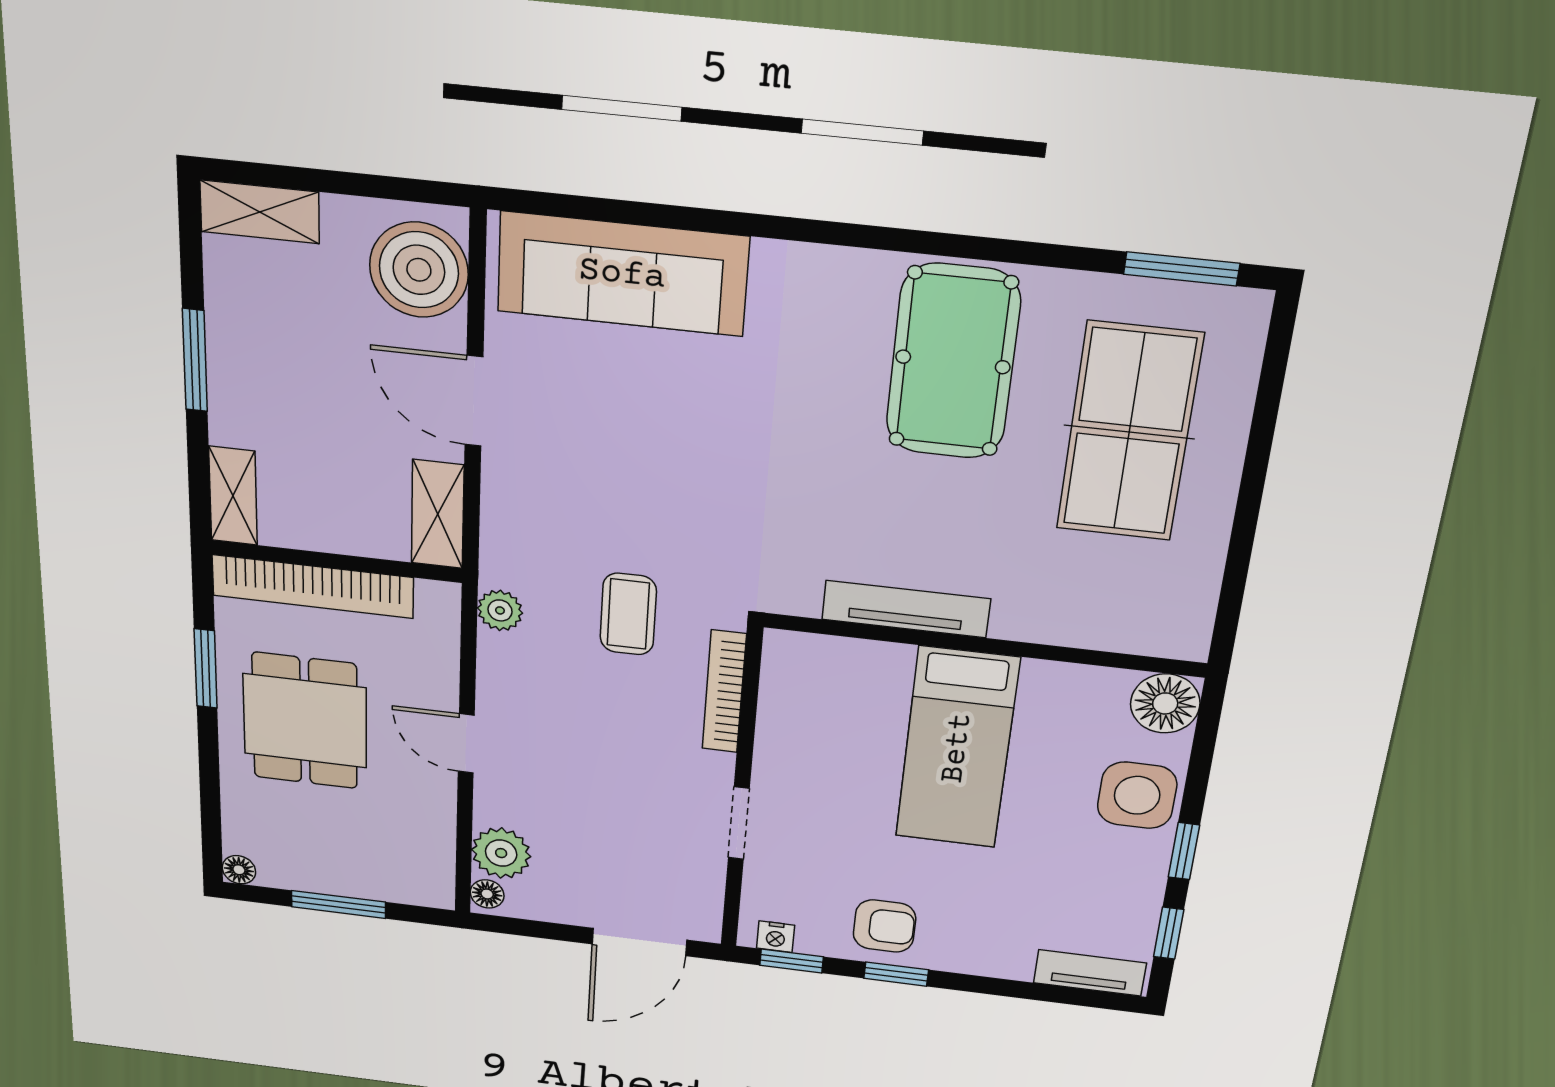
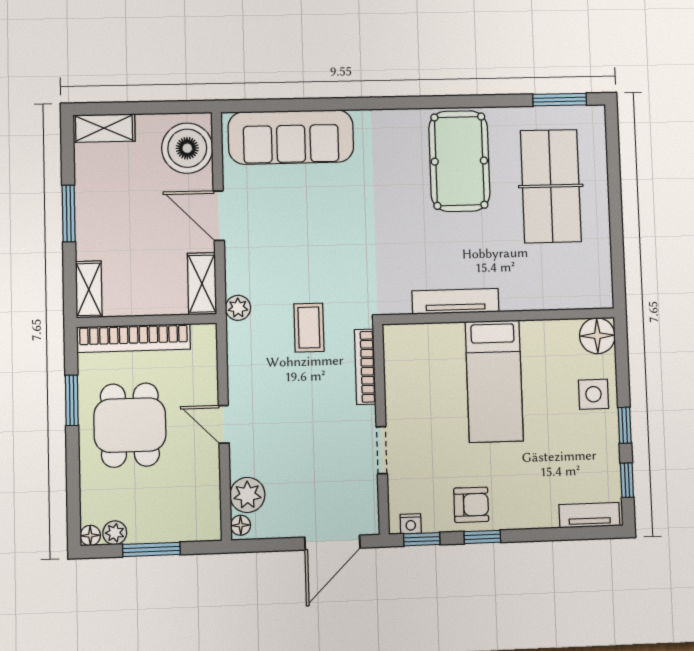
plant: (500, 610) -> (238, 308), moved
side table: (1137, 795) -> (593, 394), width x0.73, depth x0.73
plant: (279, 872) -> (115, 533), added

